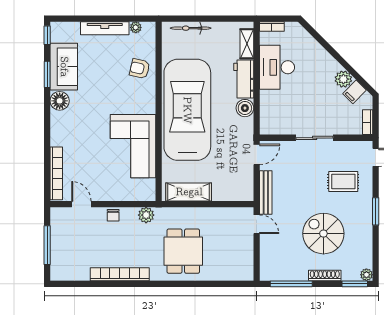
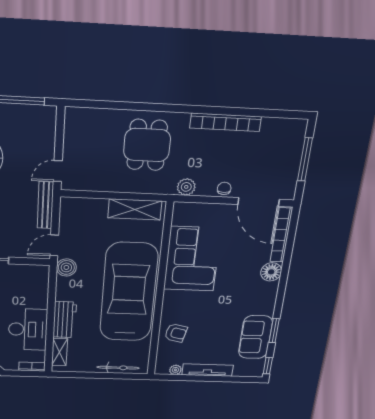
floor lamp: (60, 101) -> (271, 272), moved
boiler: (245, 108) -> (66, 267), moved
car: (187, 110) -> (129, 292), turned 180
door: (81, 204) -> (259, 202), width x1.87
door: (257, 224) -> (58, 171), hinge flipped

